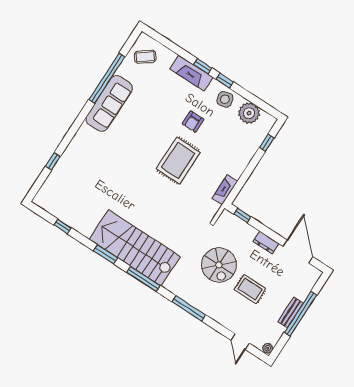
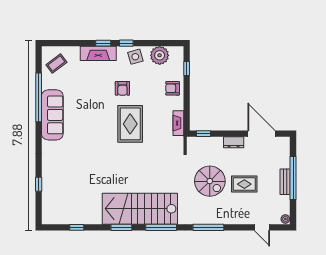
armchair: (241, 153) -> (173, 88), added

